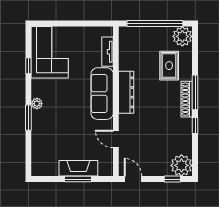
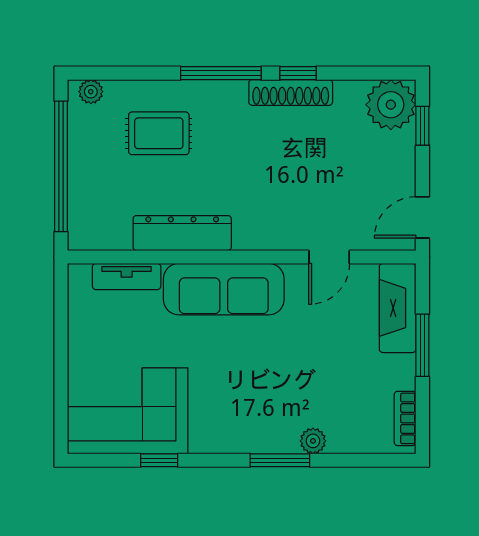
plant: (182, 36) -> (91, 92), width x0.53, depth x0.53
dresser: (126, 92) -> (182, 233), moved
shoe rack: (187, 99) -> (291, 92), moved
plant: (37, 104) -> (313, 441), moved
fireplace: (78, 168) -> (398, 308), moved
bookcase: (46, 172) -> (405, 418), added

